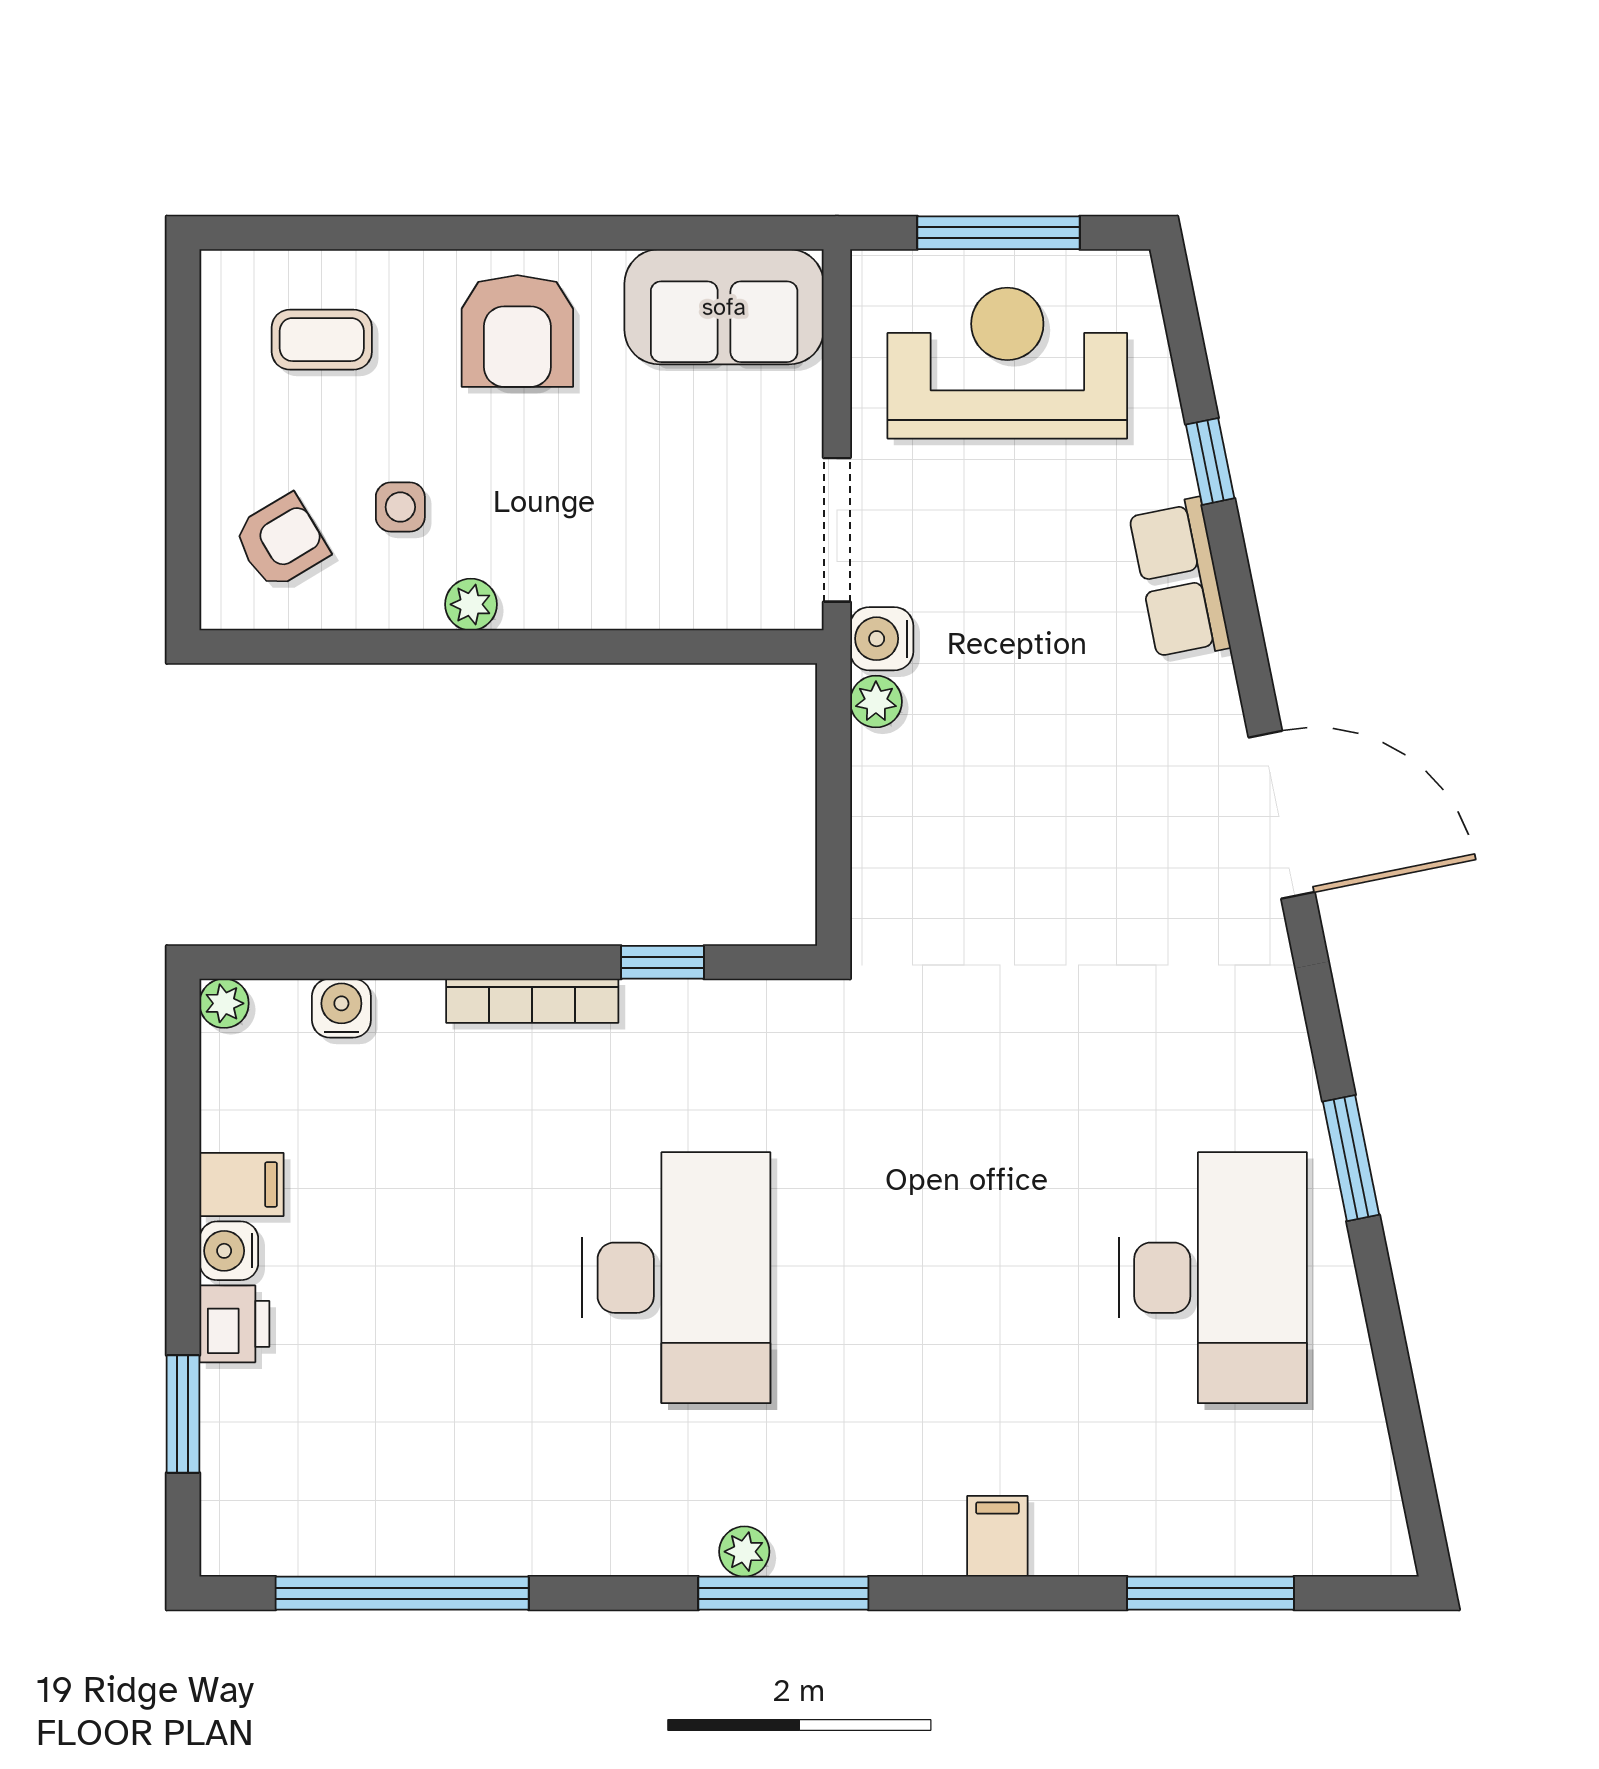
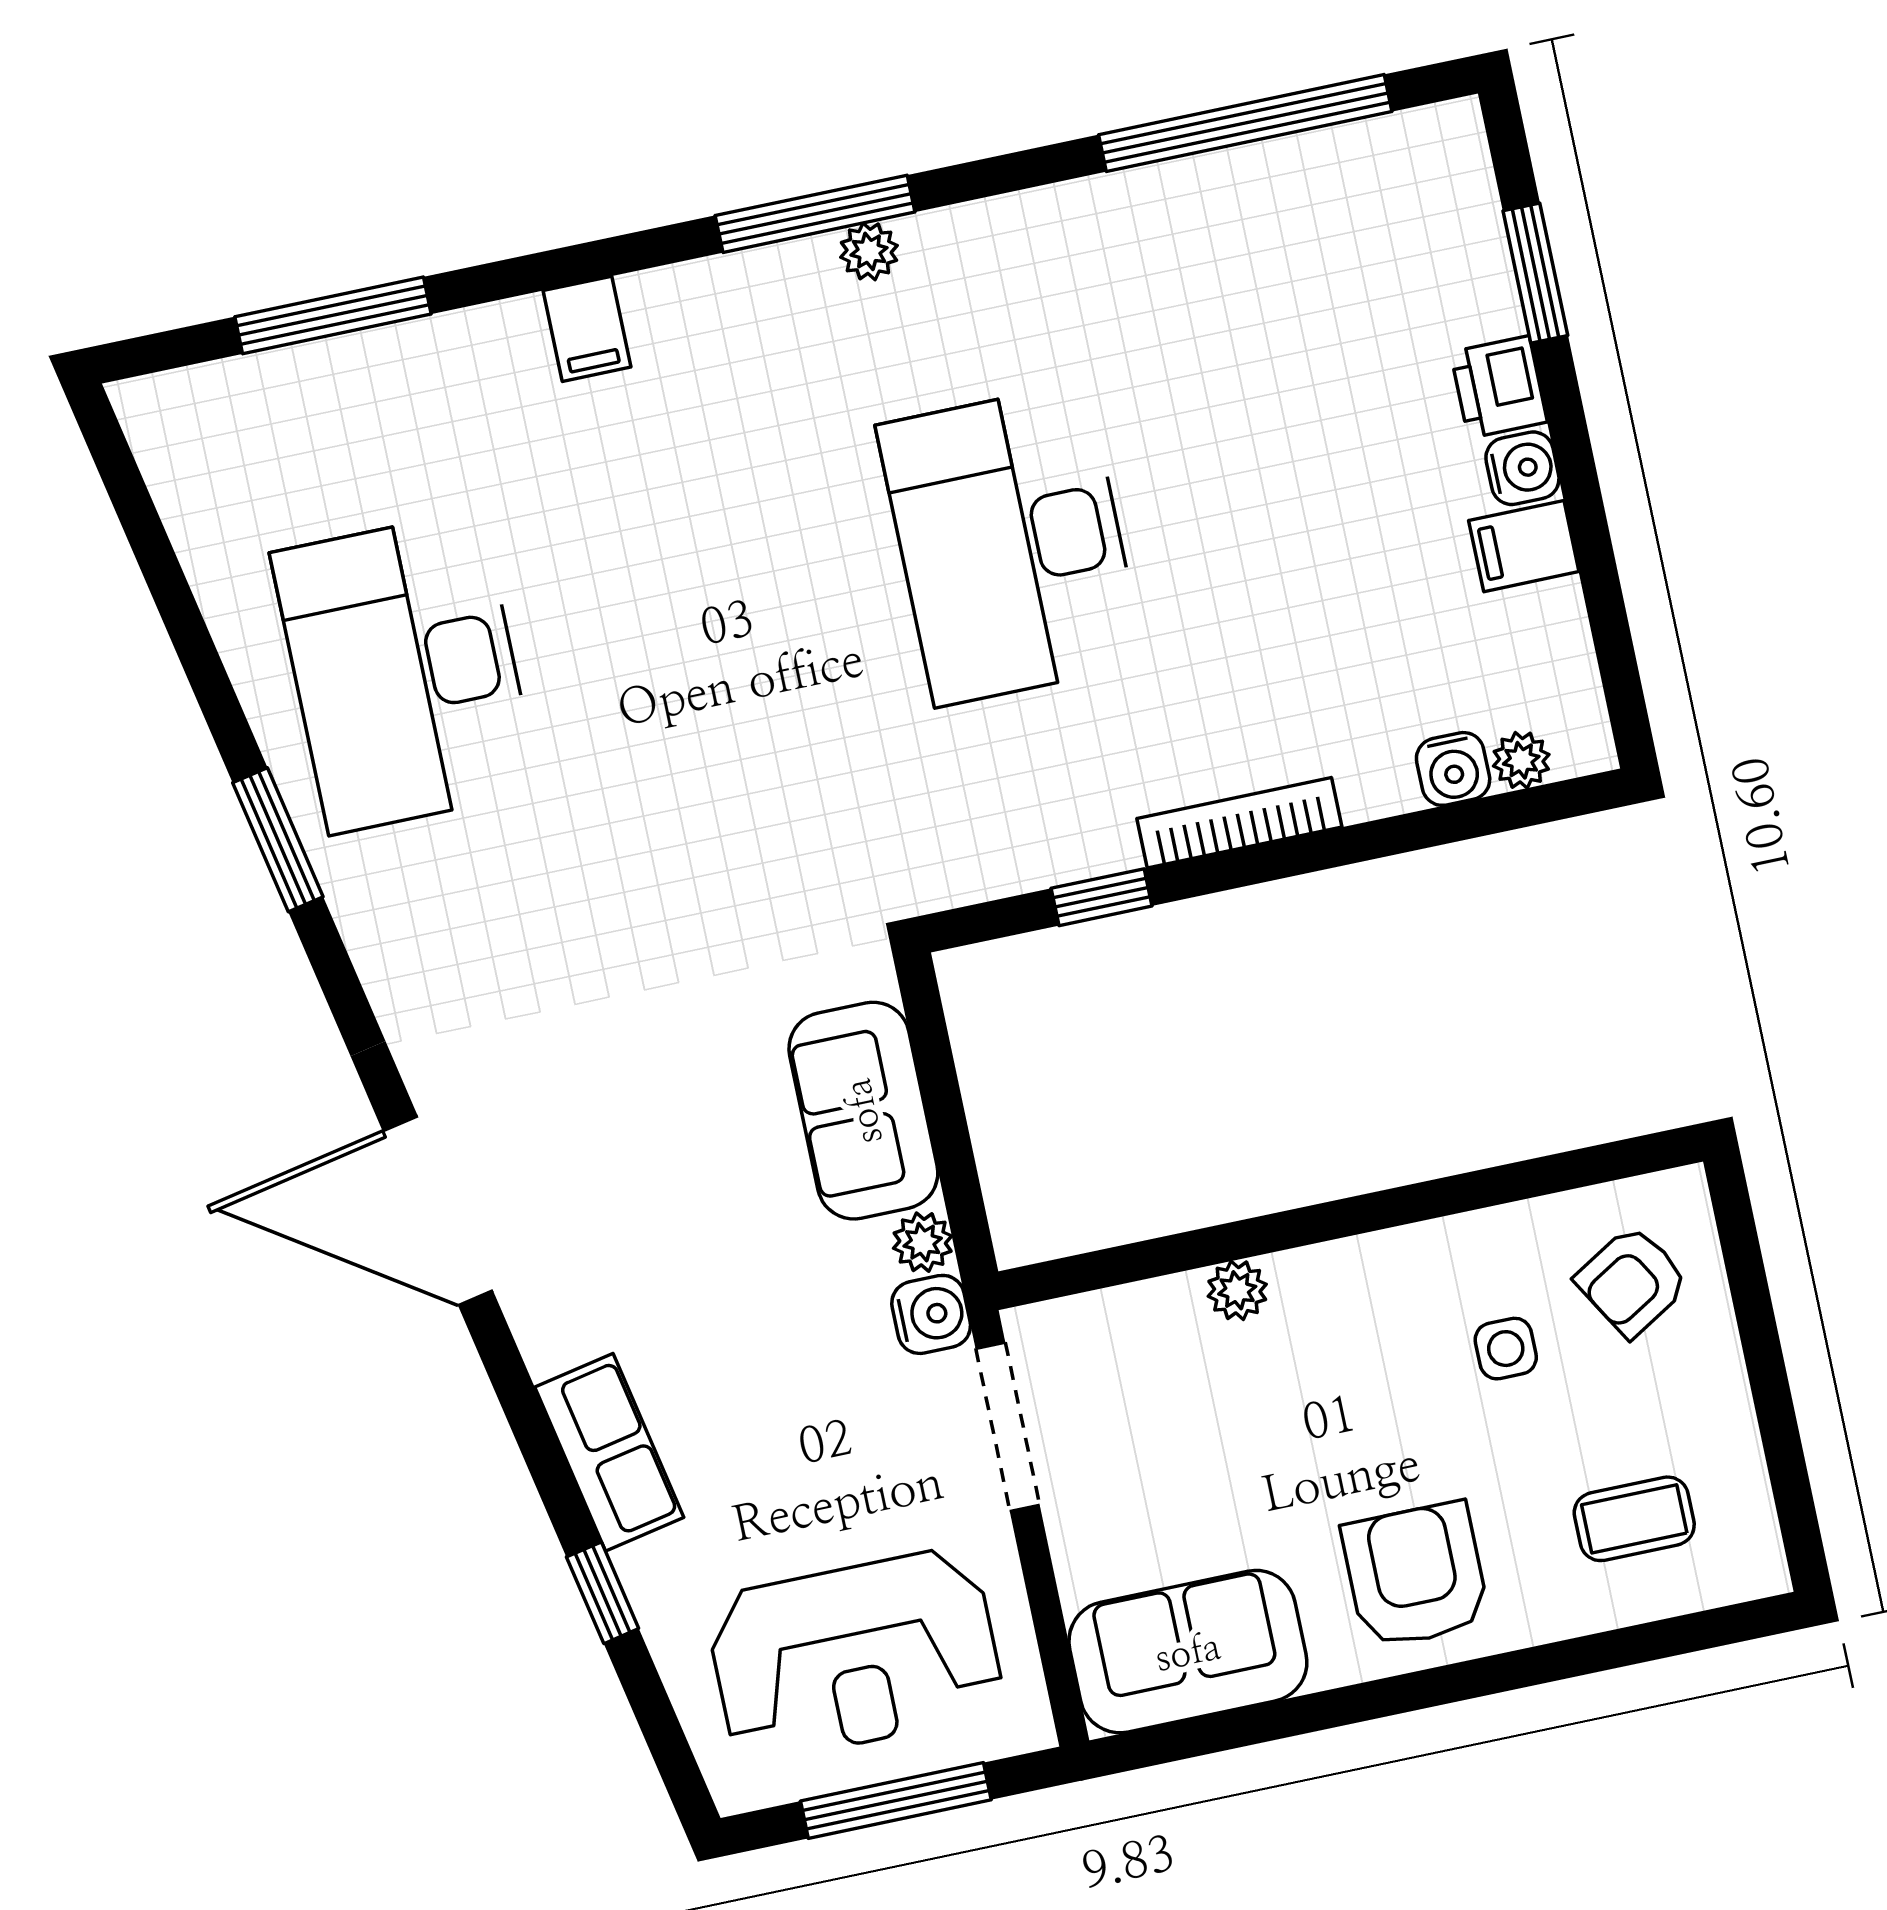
plant: (471, 604) -> (1237, 1290), moved
sofa: (903, 824) -> (863, 1111), added
plant: (224, 1003) -> (1521, 760), moved

